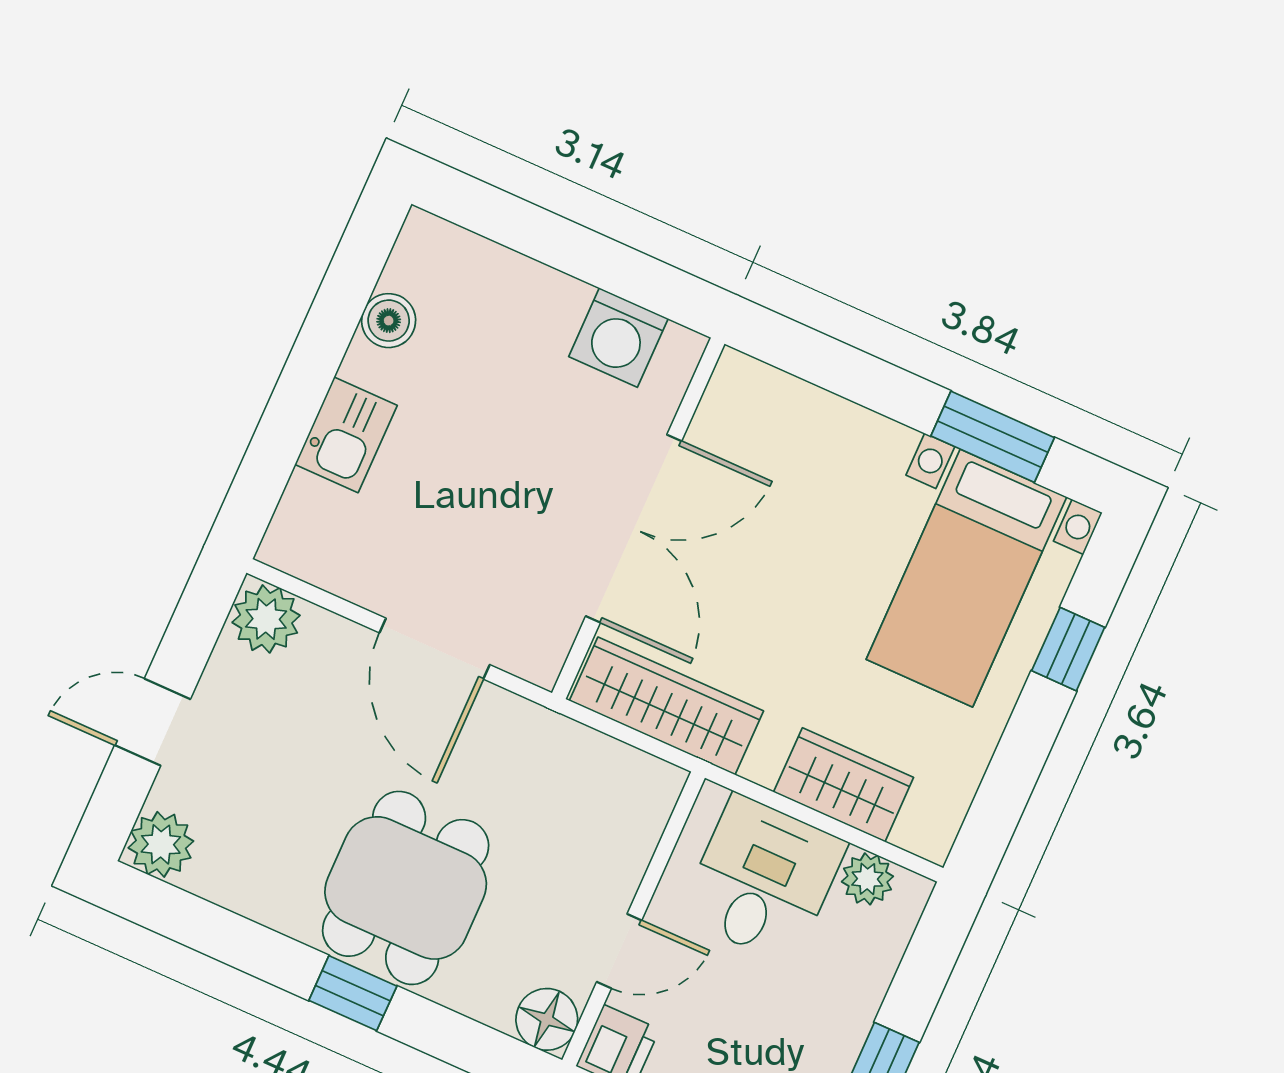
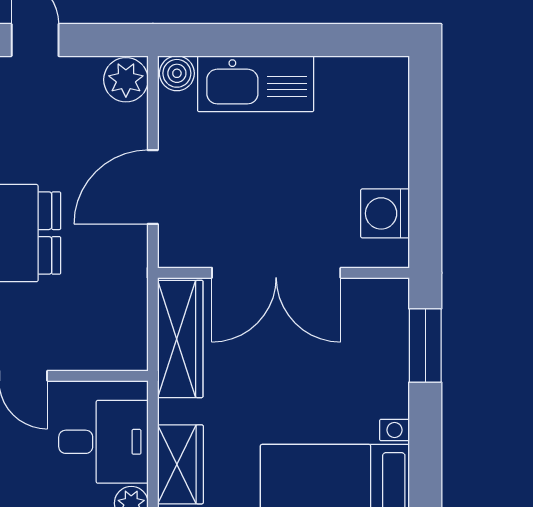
boiler: (389, 321) -> (177, 73), moved
kitchen sink: (346, 435) -> (256, 84), width x1.87, depth x1.24
window: (993, 437) -> (425, 346), moved

